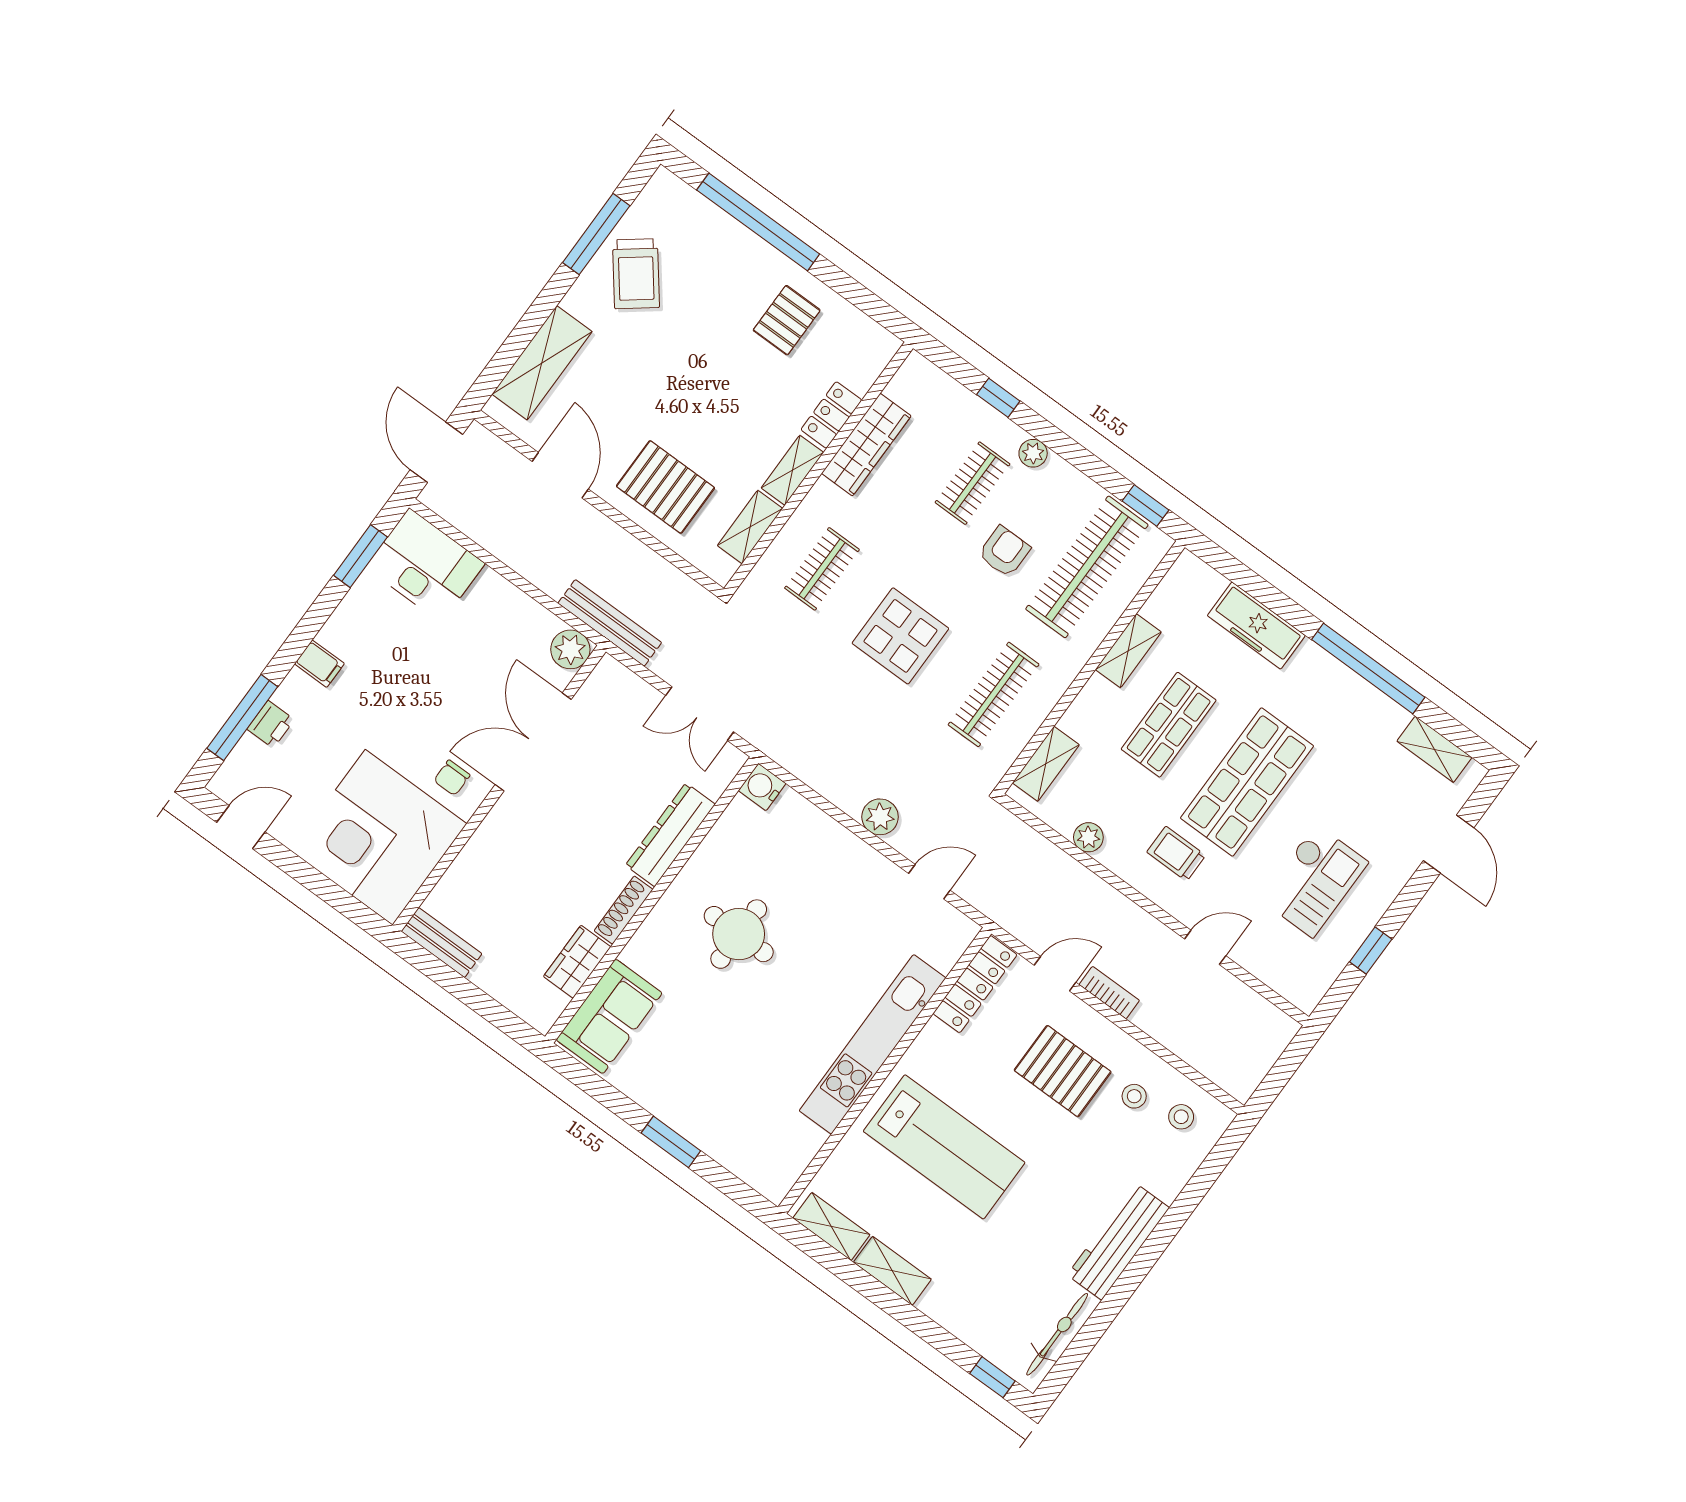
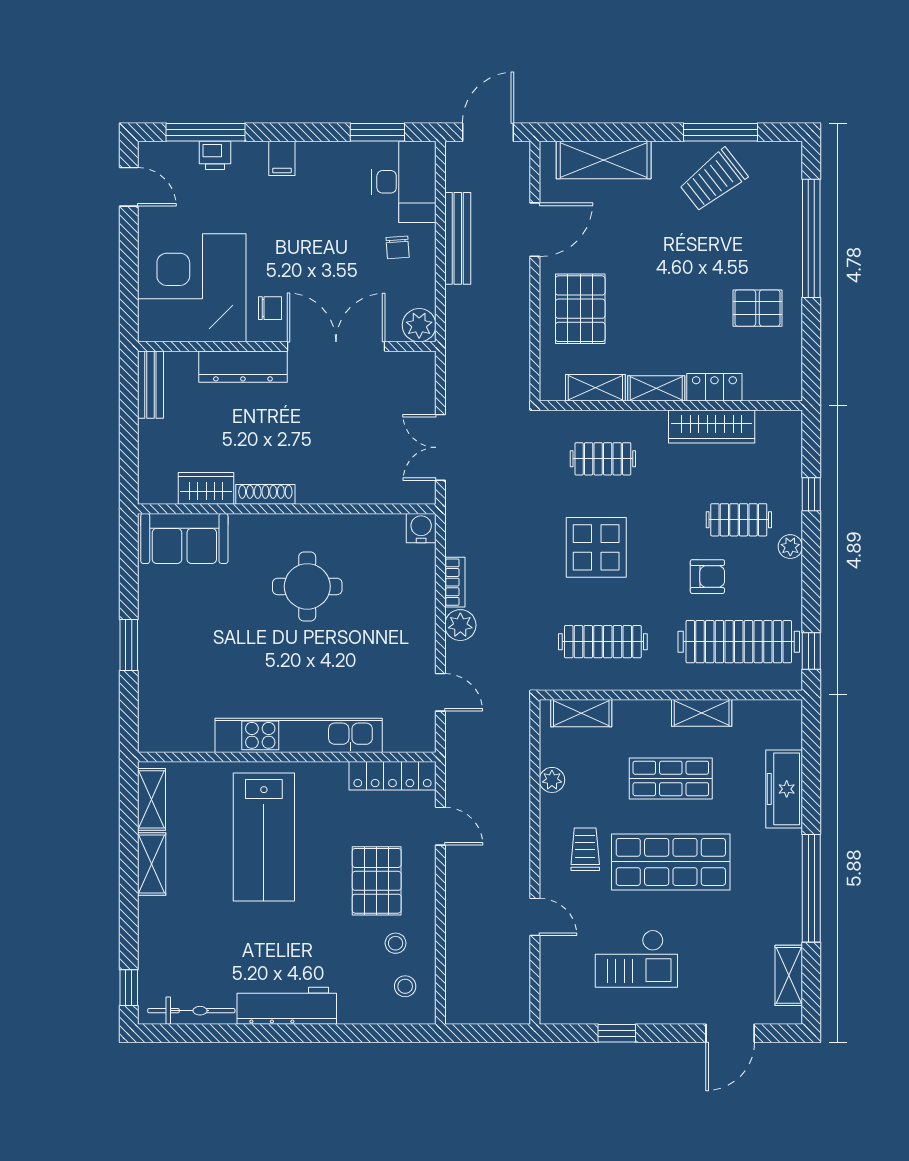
chair: (482, 616) -> (398, 247), added
bench: (610, 623) -> (458, 238), moved
chair: (452, 778) -> (270, 308), turned 180
dresser: (670, 835) -> (243, 367), moved, turned 180
bookcase: (1109, 993) -> (455, 582), moved

